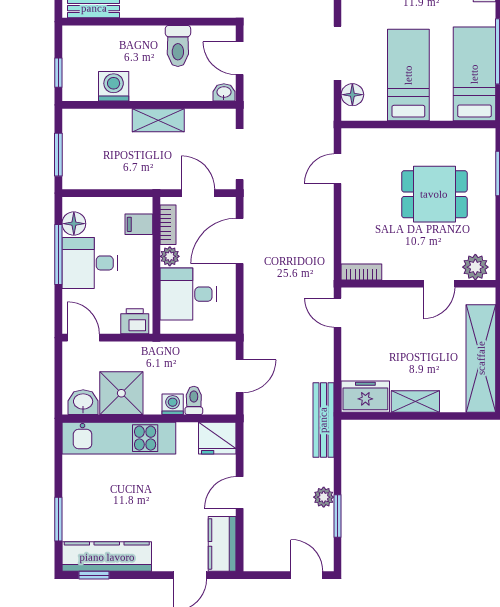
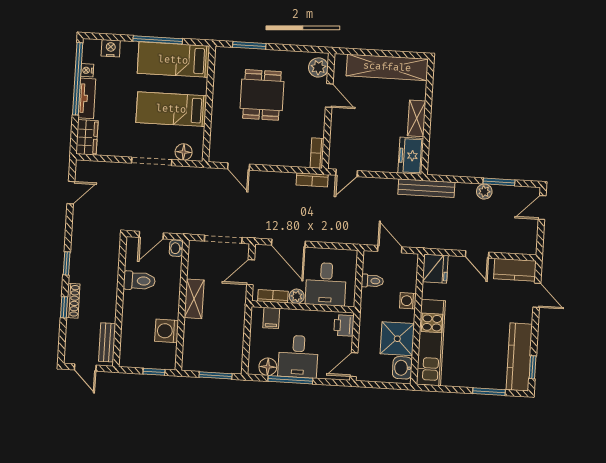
bookcase: (326, 268) -> (312, 180), added
toilet: (194, 400) -> (372, 281), moved, turned 180

